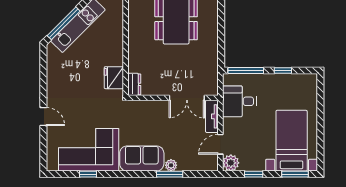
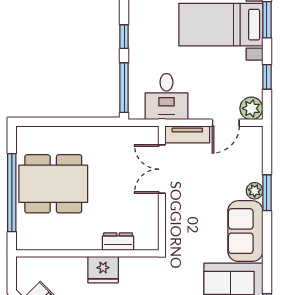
fridge: (114, 78) -> (103, 270), moved
dresser: (134, 84) -> (118, 242), moved
double door: (187, 98) -> (162, 169), swing flipped
door: (220, 144) -> (226, 123), hinge flipped

